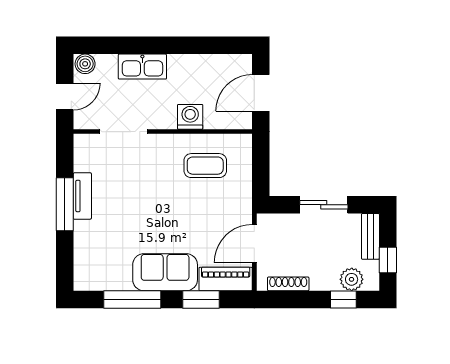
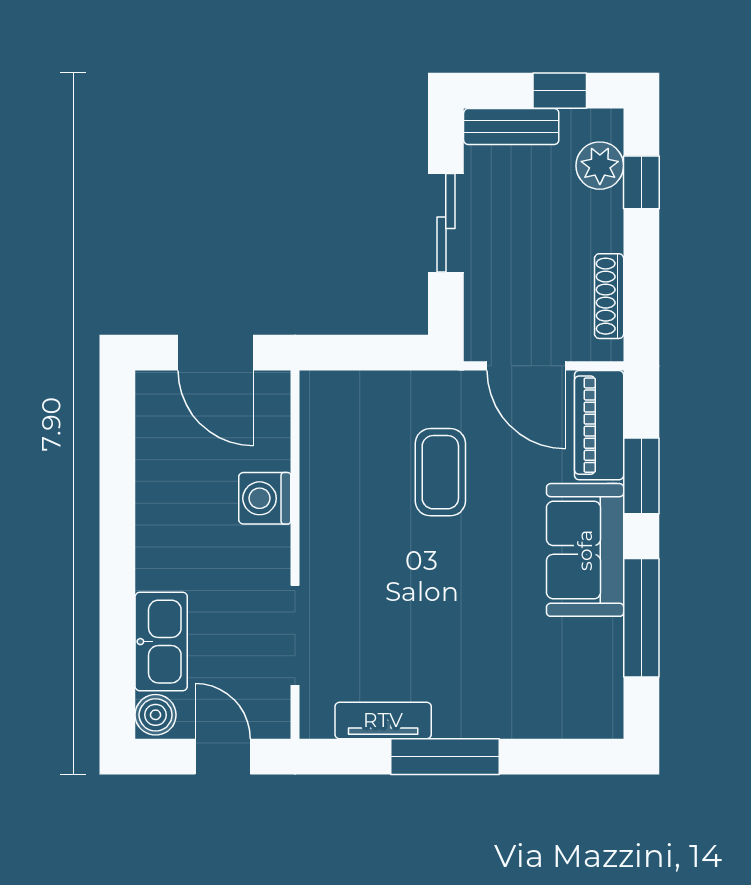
kitchen sink: (142, 67) -> (161, 642), moved
coffee table: (205, 166) -> (440, 472), moved
tv unit: (82, 196) -> (383, 720), moved

